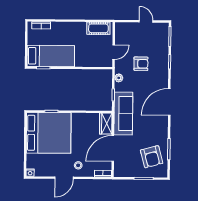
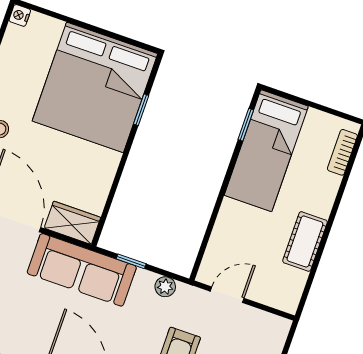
cot: (98, 28) -> (305, 241), moved
door: (114, 52) -> (227, 295), swing flipped

